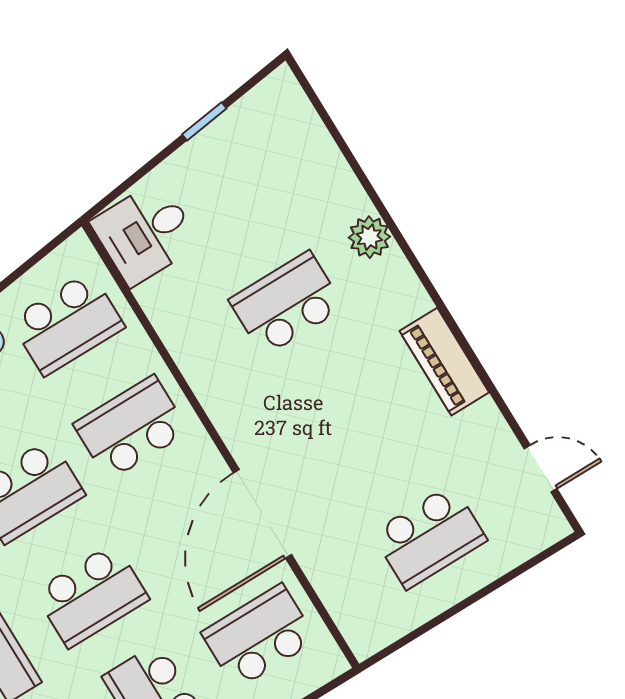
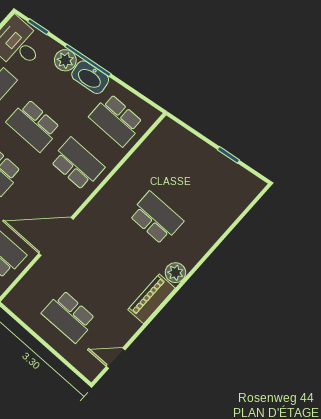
desk: (145, 233) -> (169, 143), removed
plant: (369, 237) -> (175, 273), moved
door: (541, 469) -> (116, 358), swing flipped

